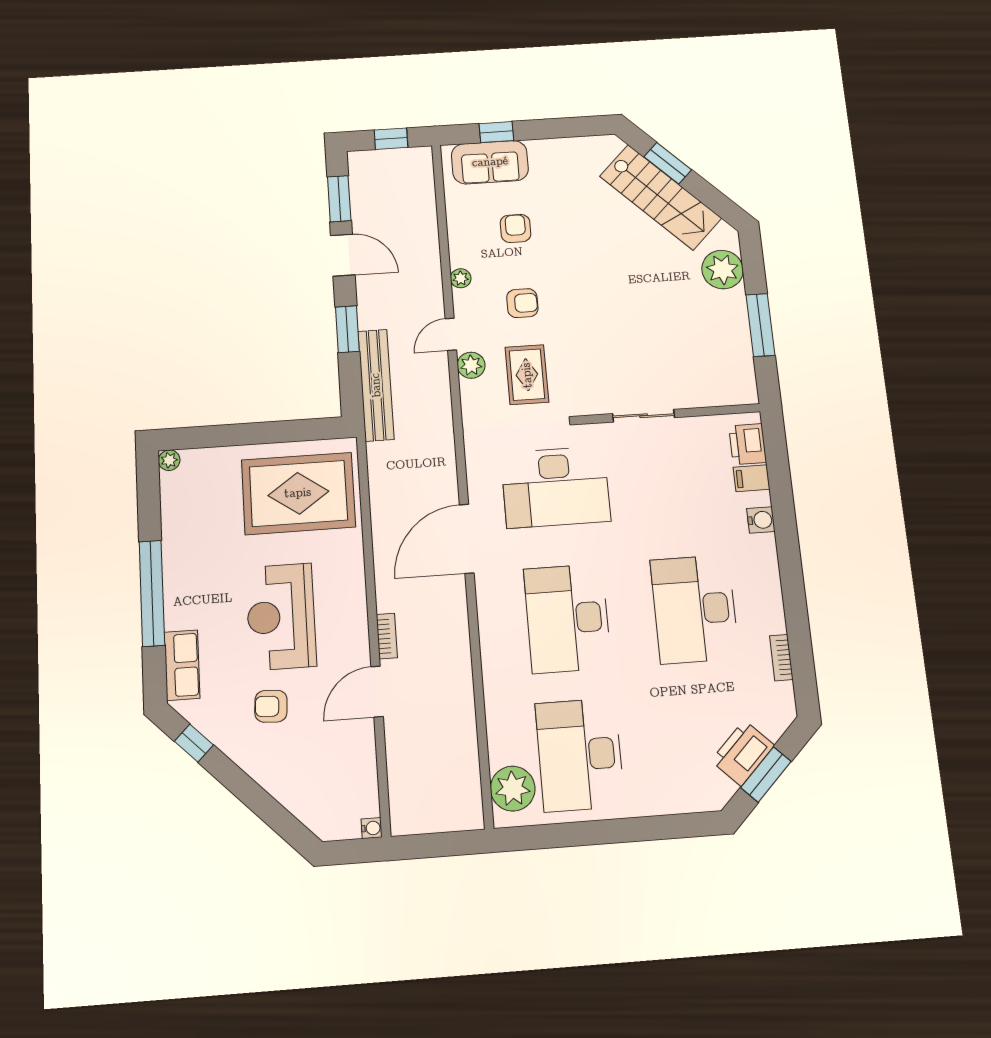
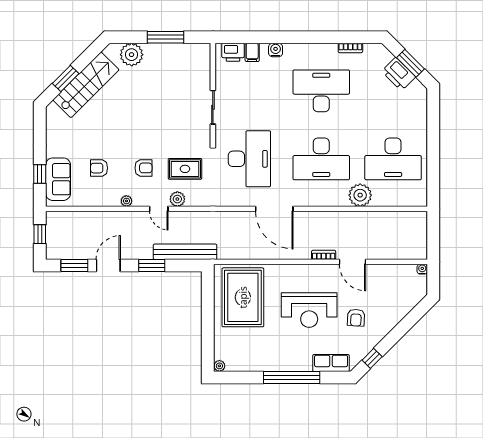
armchair: (522, 303) -> (143, 168), turned 90
desk: (695, 609) -> (321, 91), turned 180
plant: (513, 789) -> (360, 195), moved

